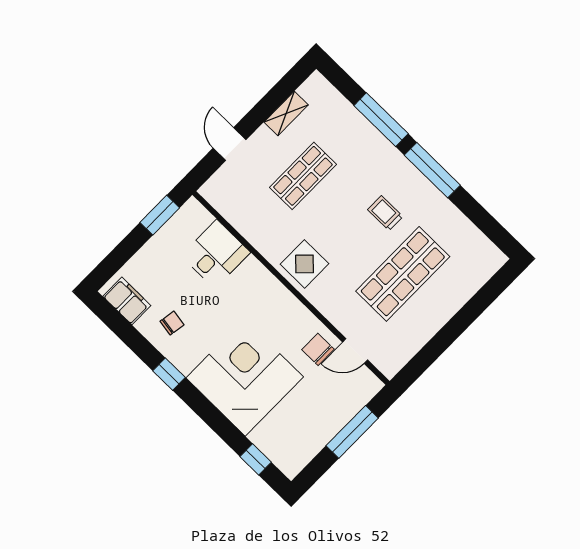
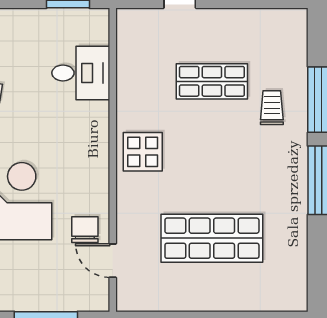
shelving: (286, 113) -> (249, 19), removed
trolley: (385, 213) -> (272, 108), moved

